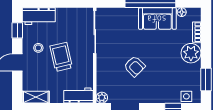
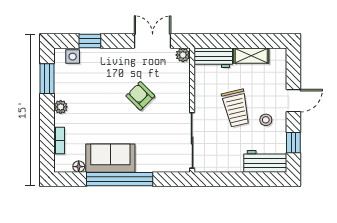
plant: (191, 53) -> (61, 107), width x0.53, depth x0.53
shelving: (36, 97) -> (251, 56), moved

